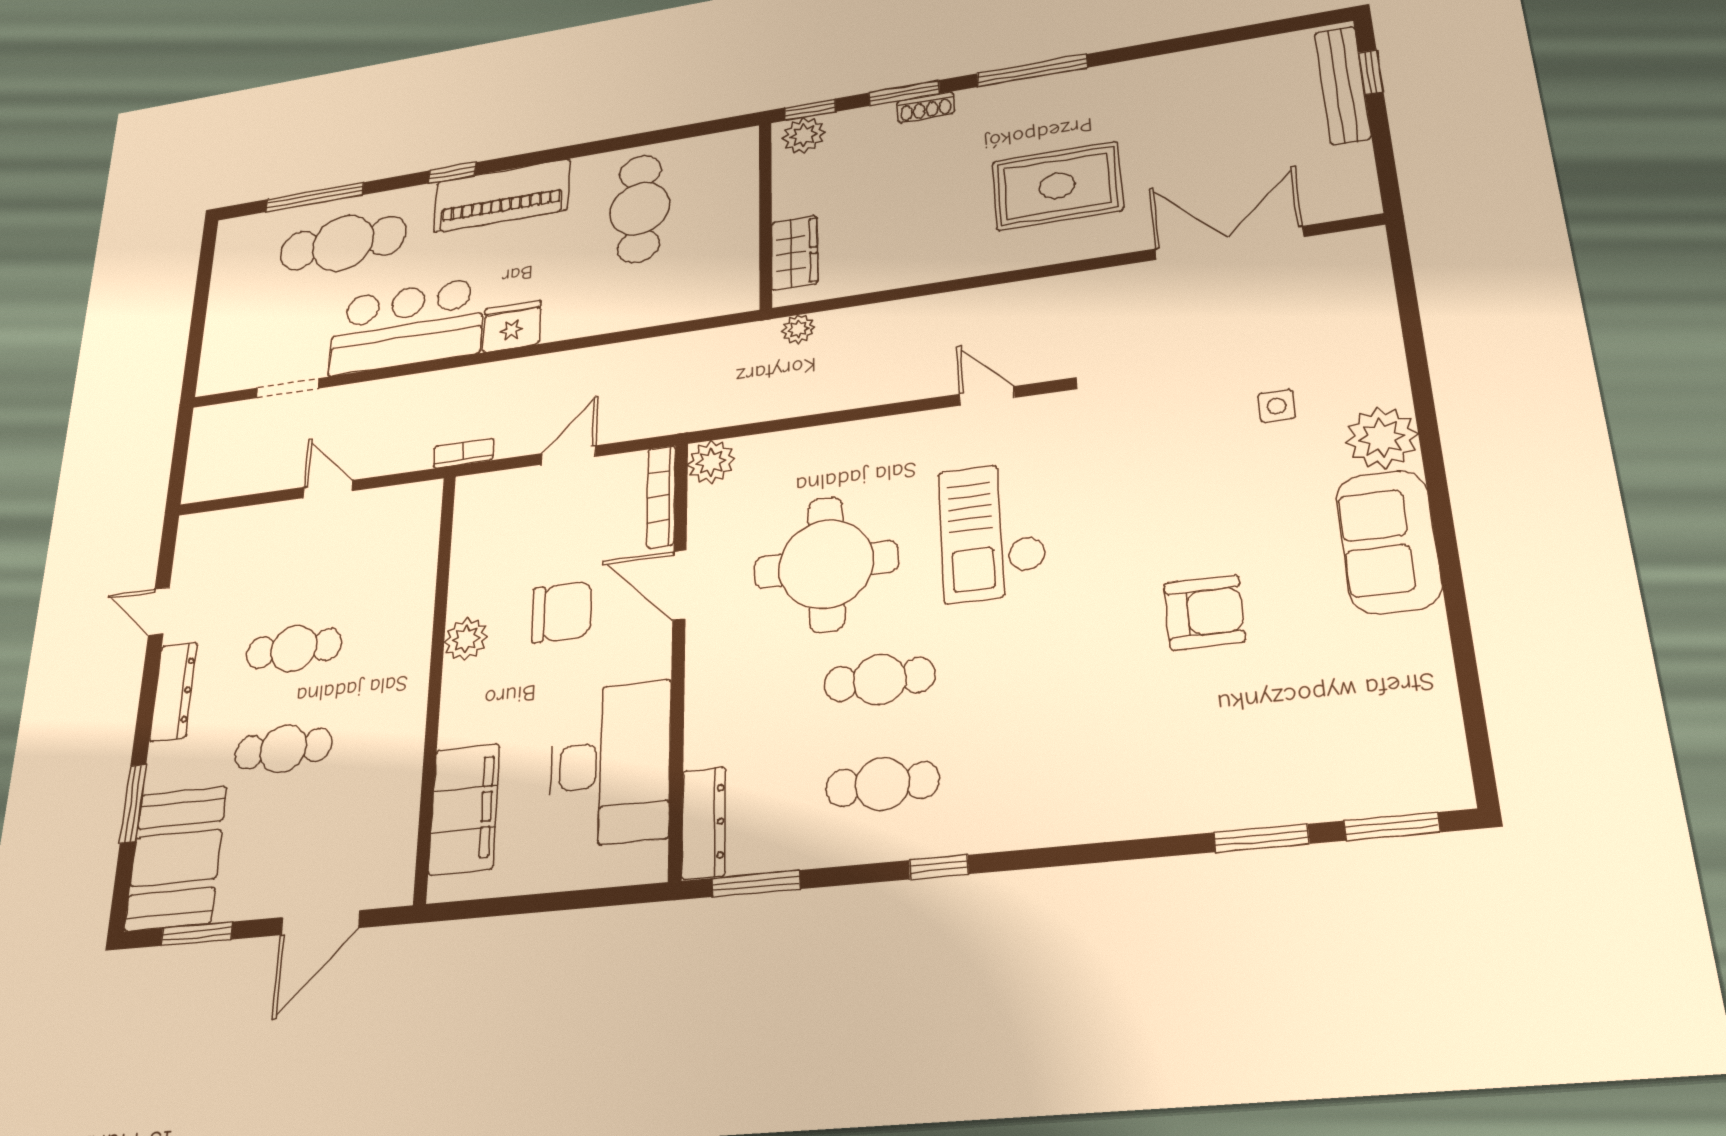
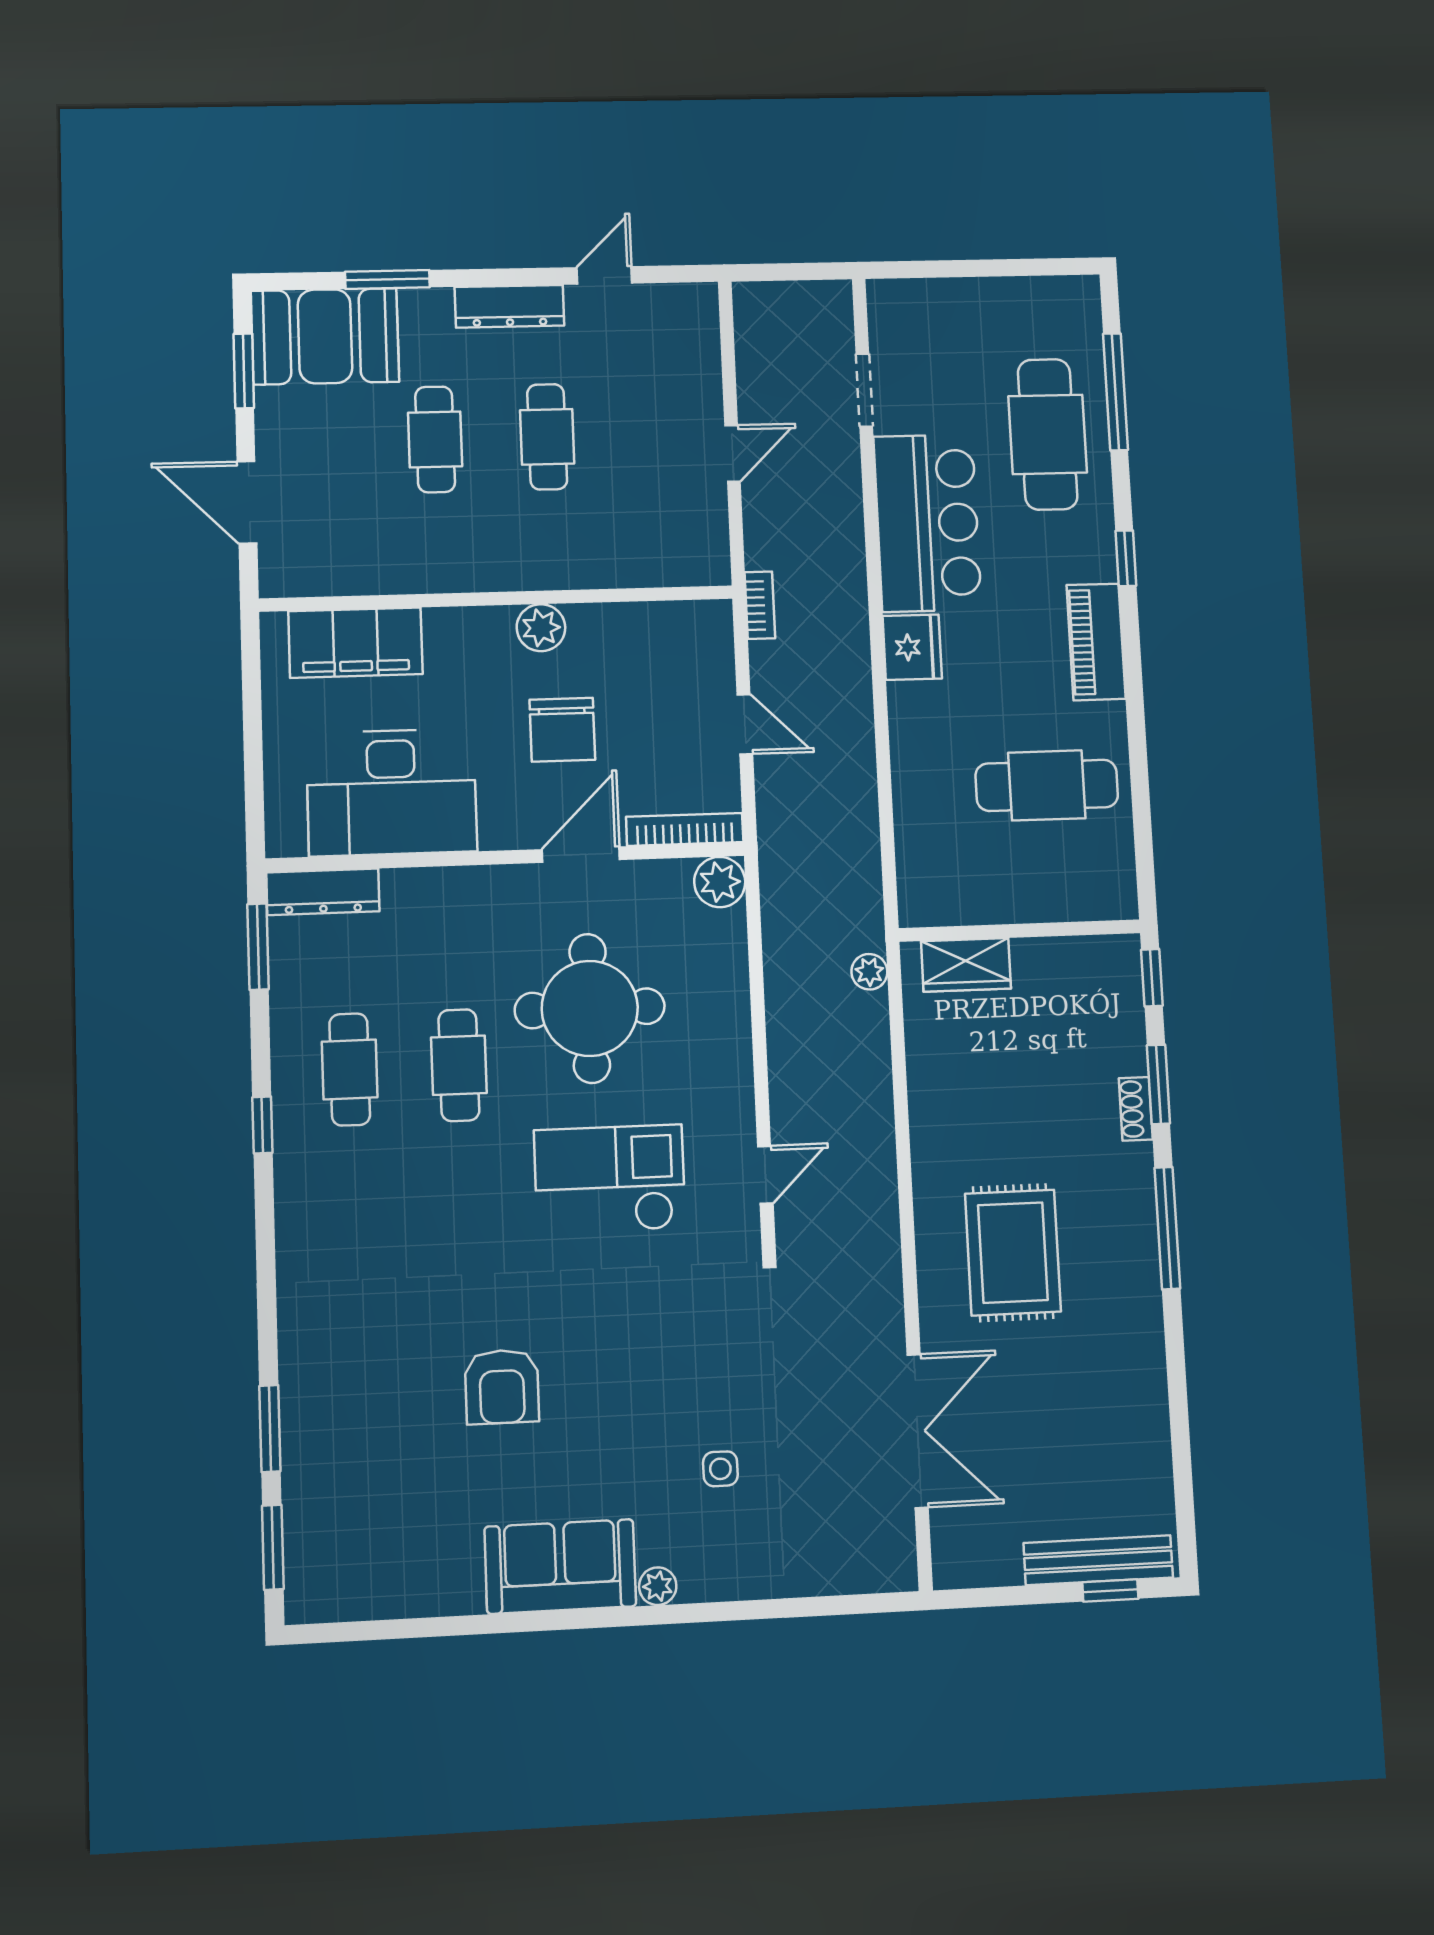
plant: (804, 135) -> (1118, 971), removed
piano: (502, 196) -> (1096, 642), width x0.73, depth x0.75
plant: (1382, 438) -> (658, 1586), width x0.53, depth x0.53

